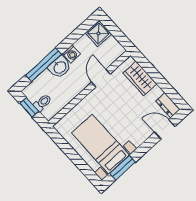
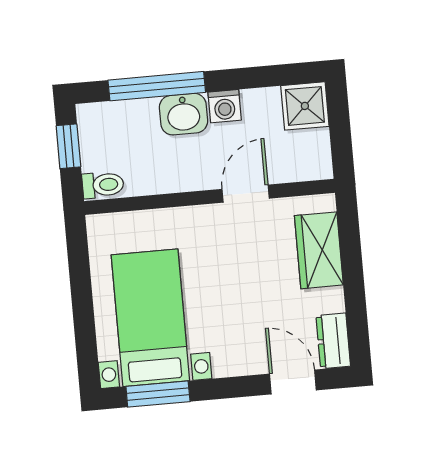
toilet: (43, 103) -> (103, 185), moved

